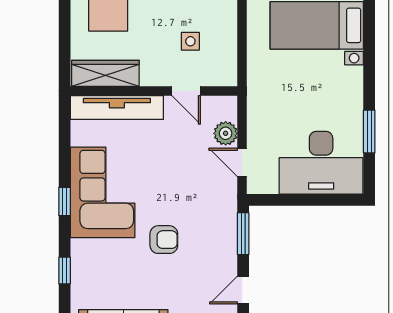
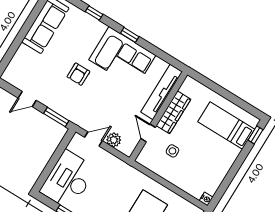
wardrobe: (105, 73) -> (173, 112), moved
door: (186, 91) -> (148, 133), hinge flipped
door: (243, 290) -> (27, 99), swing flipped

